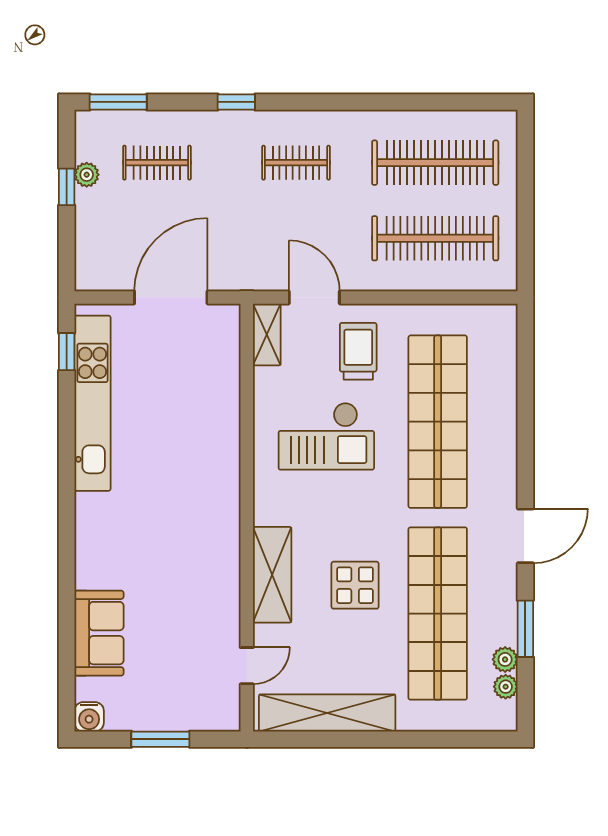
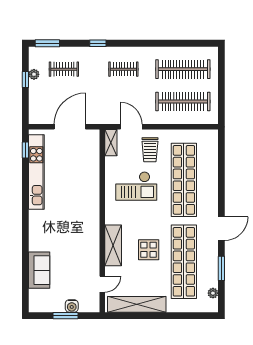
trolley: (358, 351) -> (150, 150), turned 180
plant: (505, 659) -> (213, 281), removed
water cooler: (89, 717) -> (72, 306), moved

